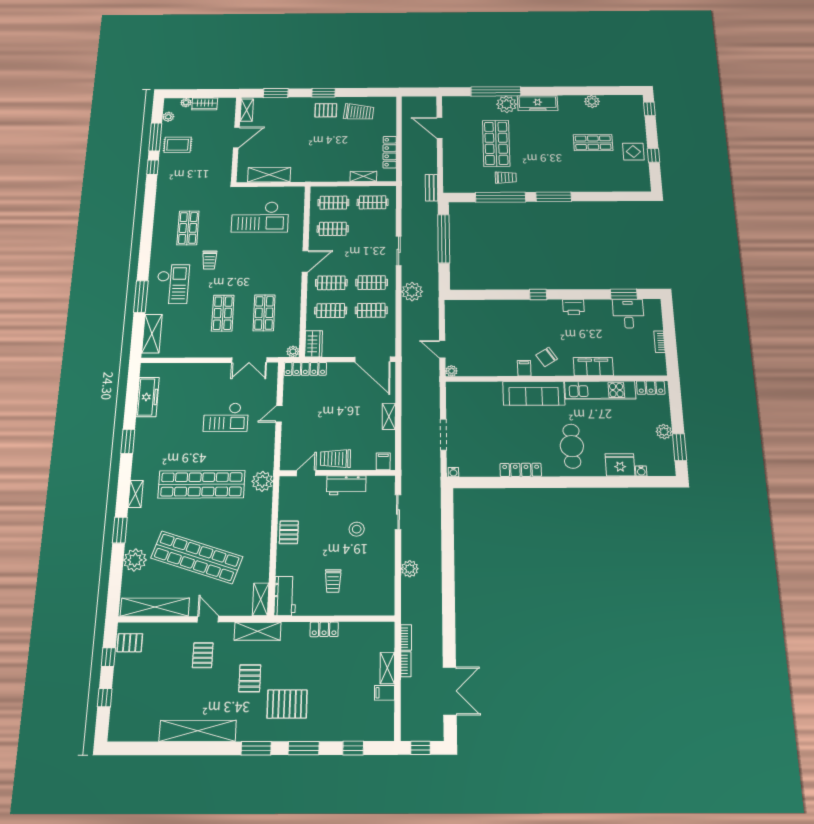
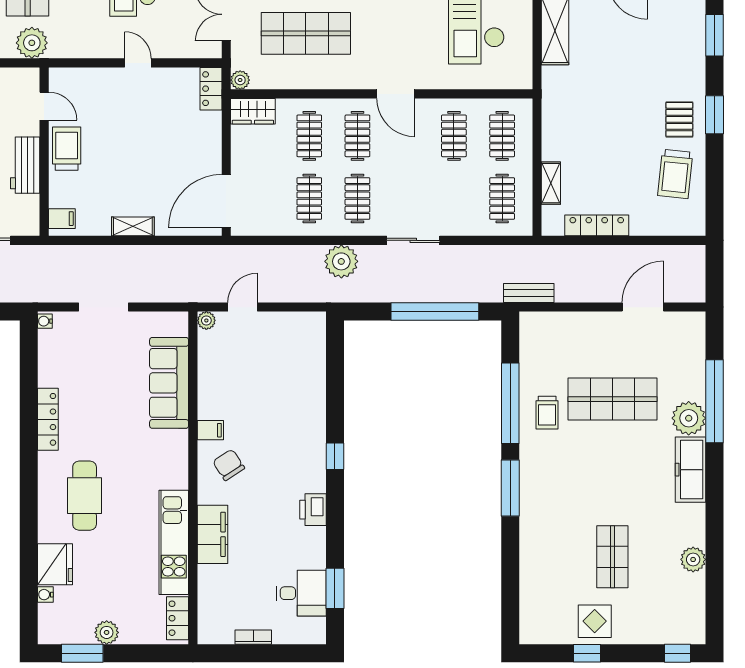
shop shelf: (264, 313) -> (306, 33), width x1.43, depth x1.36
locker: (305, 369) -> (211, 89), width x0.66
sofa: (534, 393) -> (169, 383), moved
cafe table: (572, 446) -> (85, 496), turned 90

